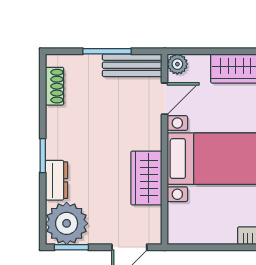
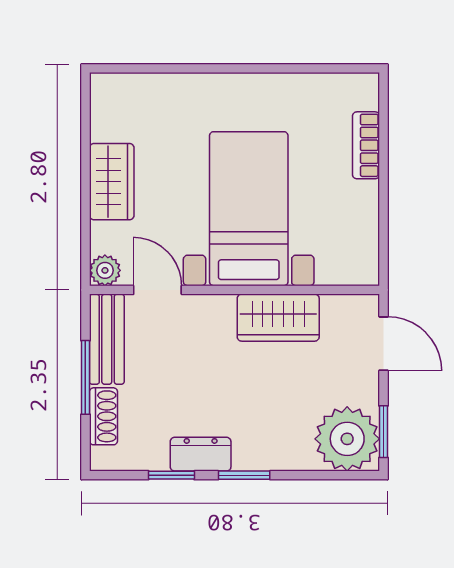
shoe rack: (55, 86) -> (103, 416), moved, turned 90
window: (43, 108) -> (171, 475), added
dresser: (57, 180) -> (201, 454), moved

